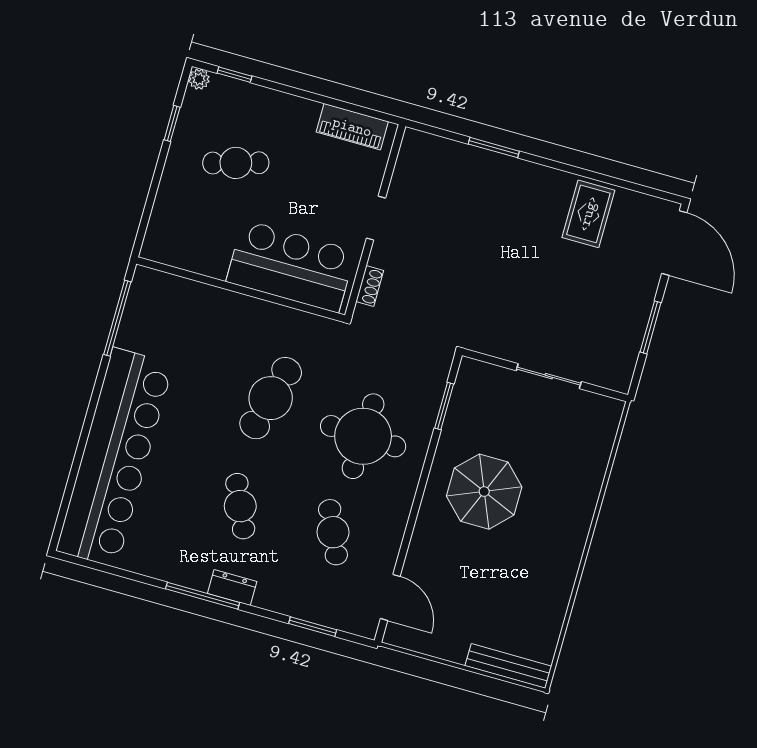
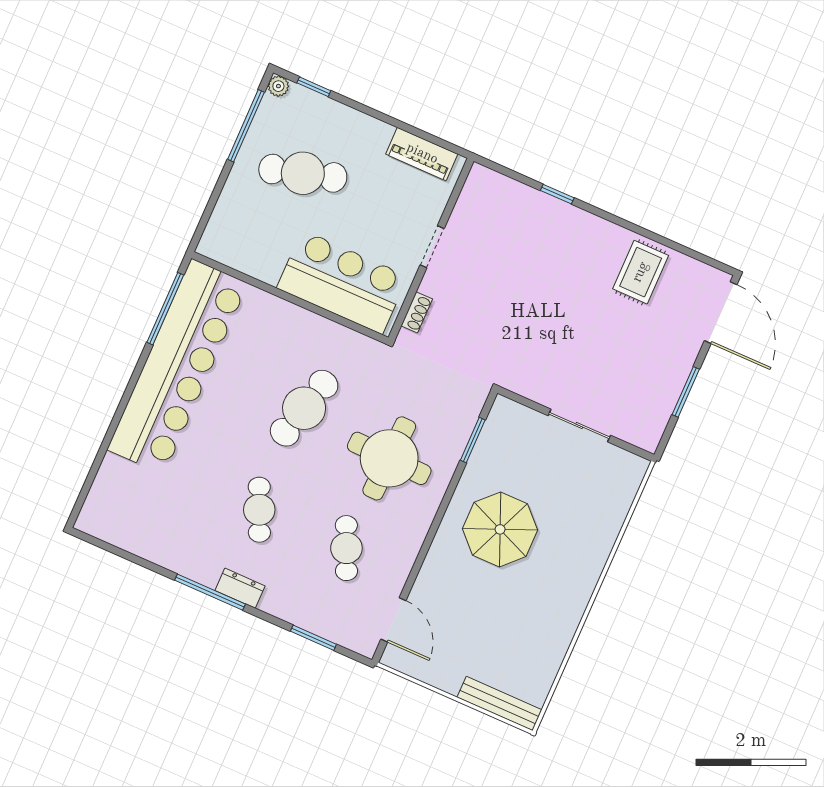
window: (172, 123) -> (246, 126), width x2.17
window: (494, 148) -> (557, 194), width x0.67
cafe table: (236, 163) -> (303, 173), width x1.37, depth x1.35
bar counter: (115, 457) -> (178, 366), moved

